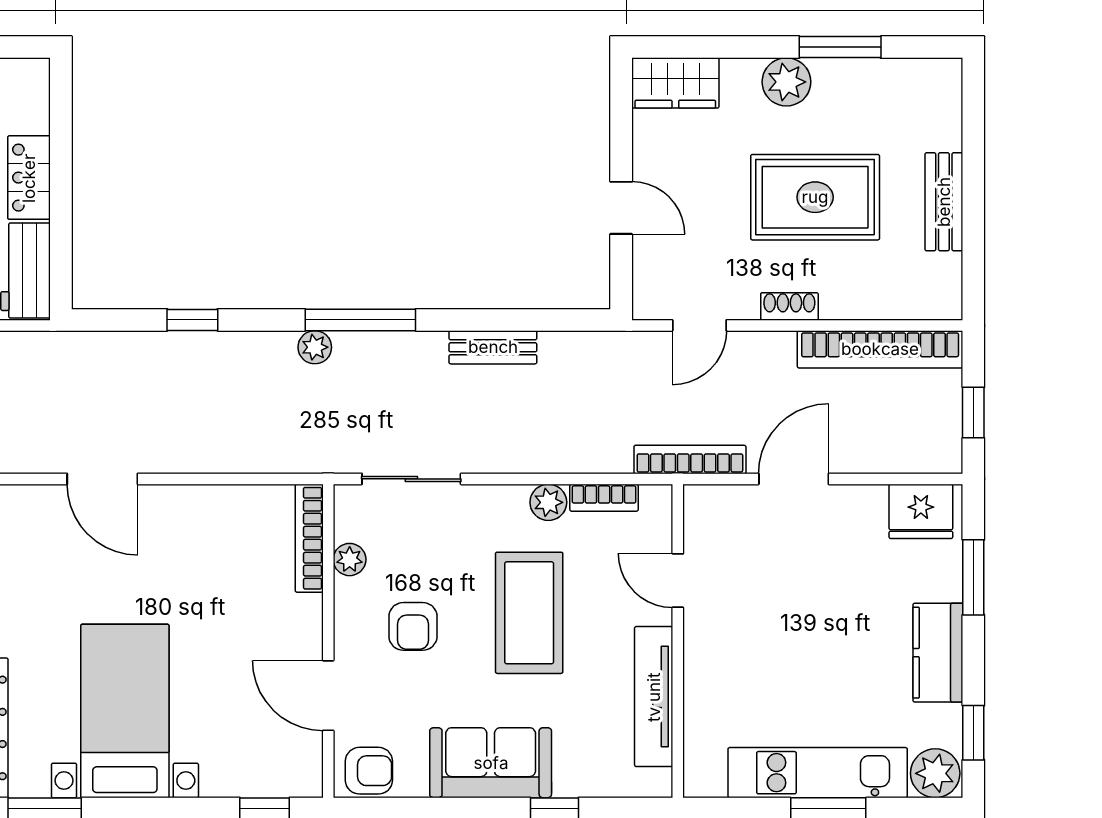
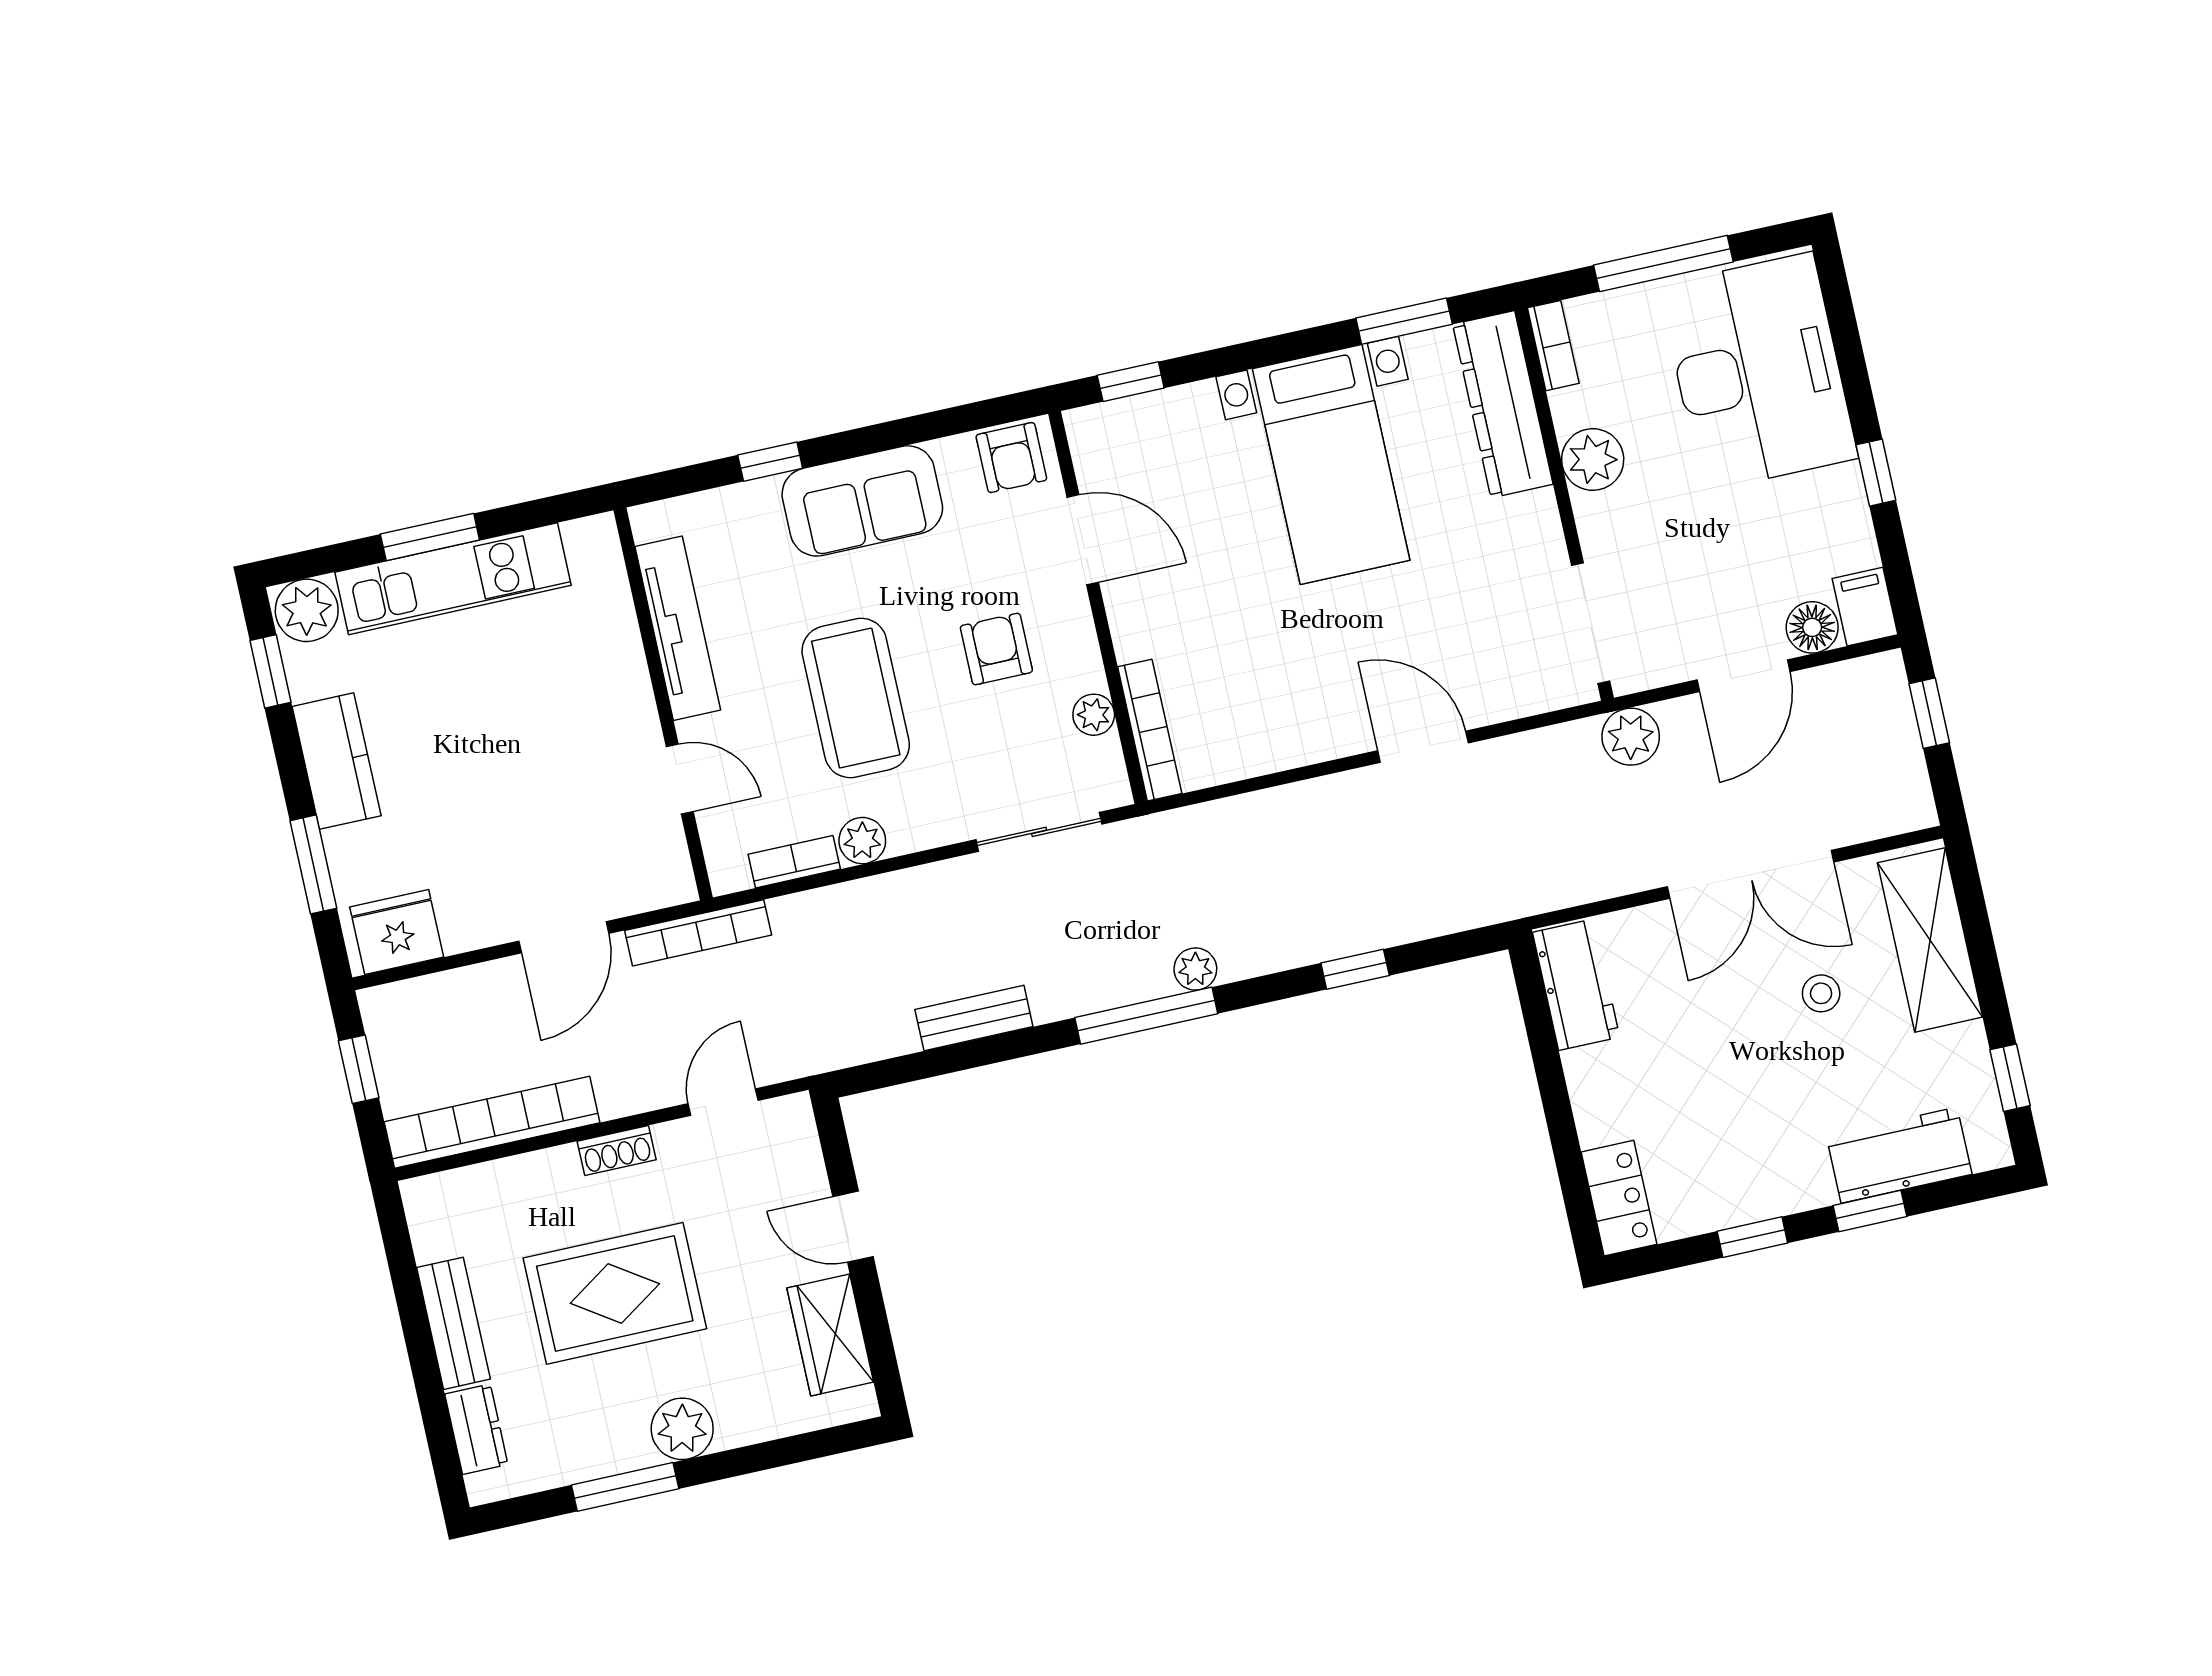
wardrobe: (675, 83) -> (830, 1335), moved, turned -90
dresser: (944, 117) -> (476, 1429), added
locker: (29, 178) -> (1619, 1198), moved
armchair: (369, 771) -> (1011, 458), turned -90

